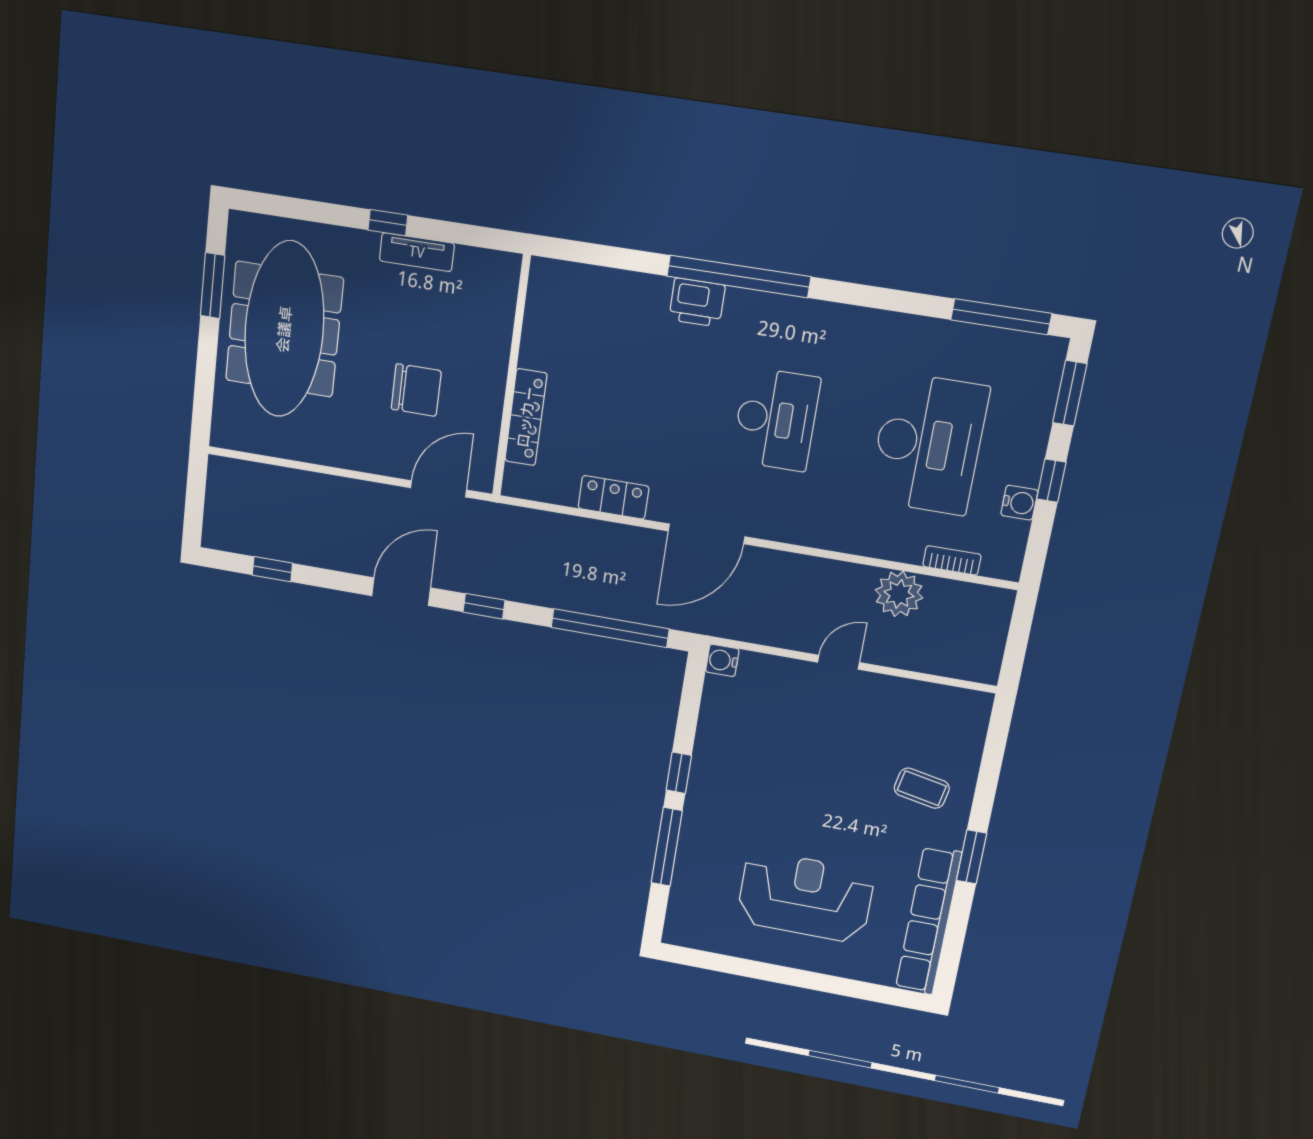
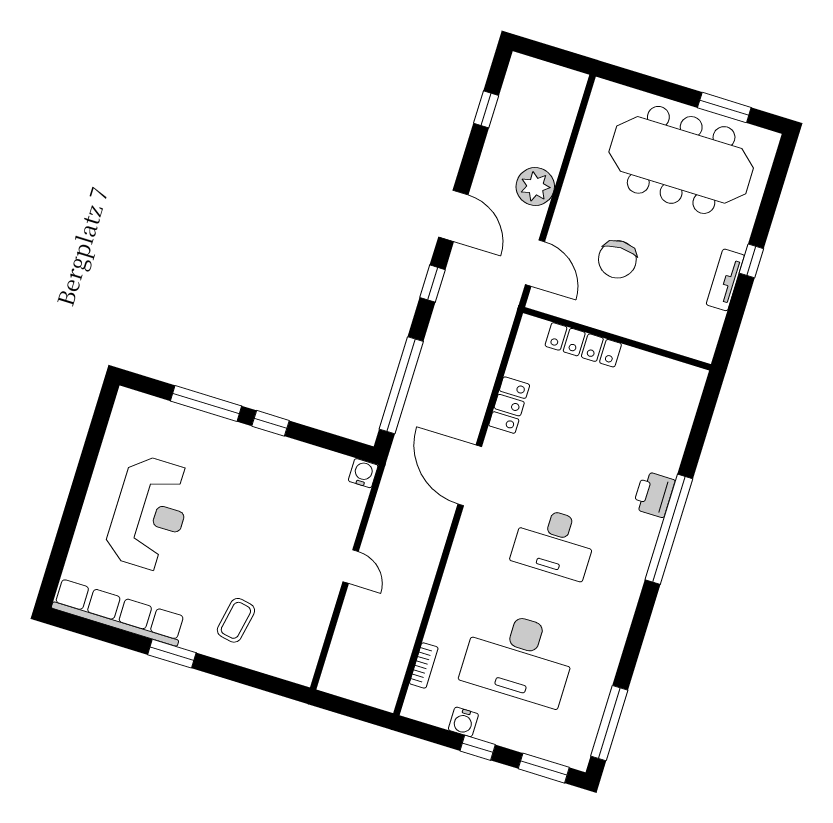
plant: (899, 594) -> (535, 186), moved

